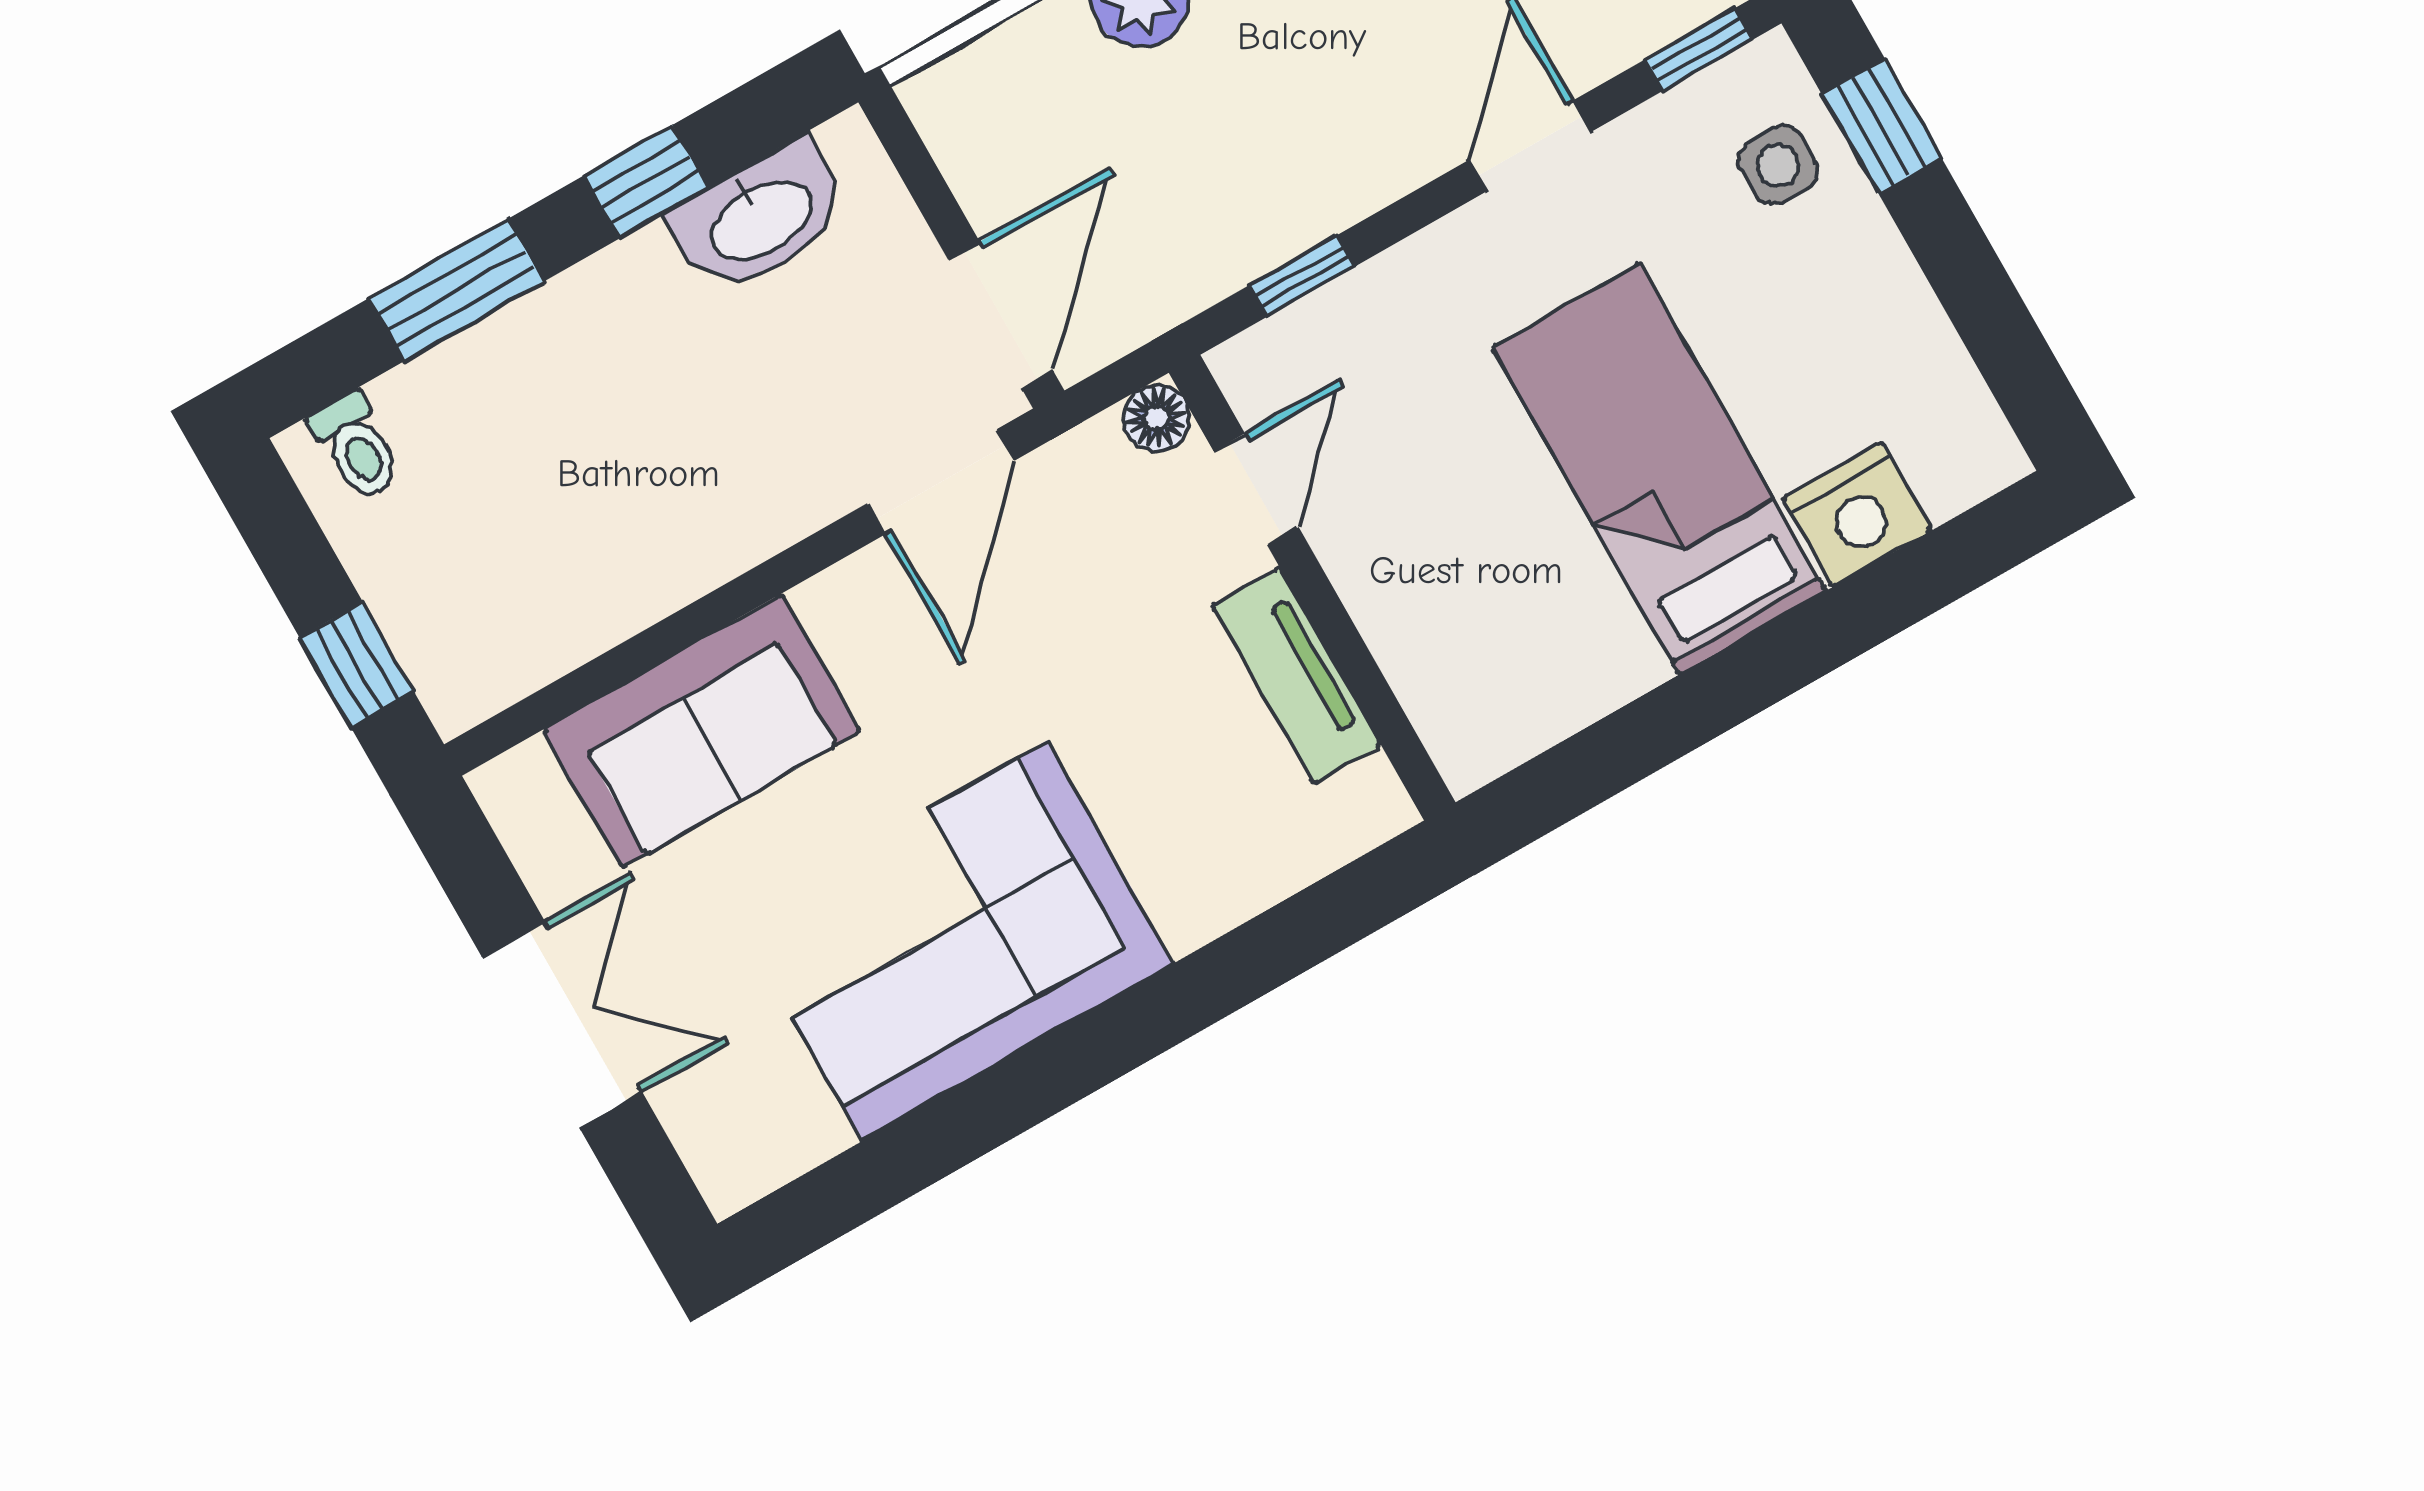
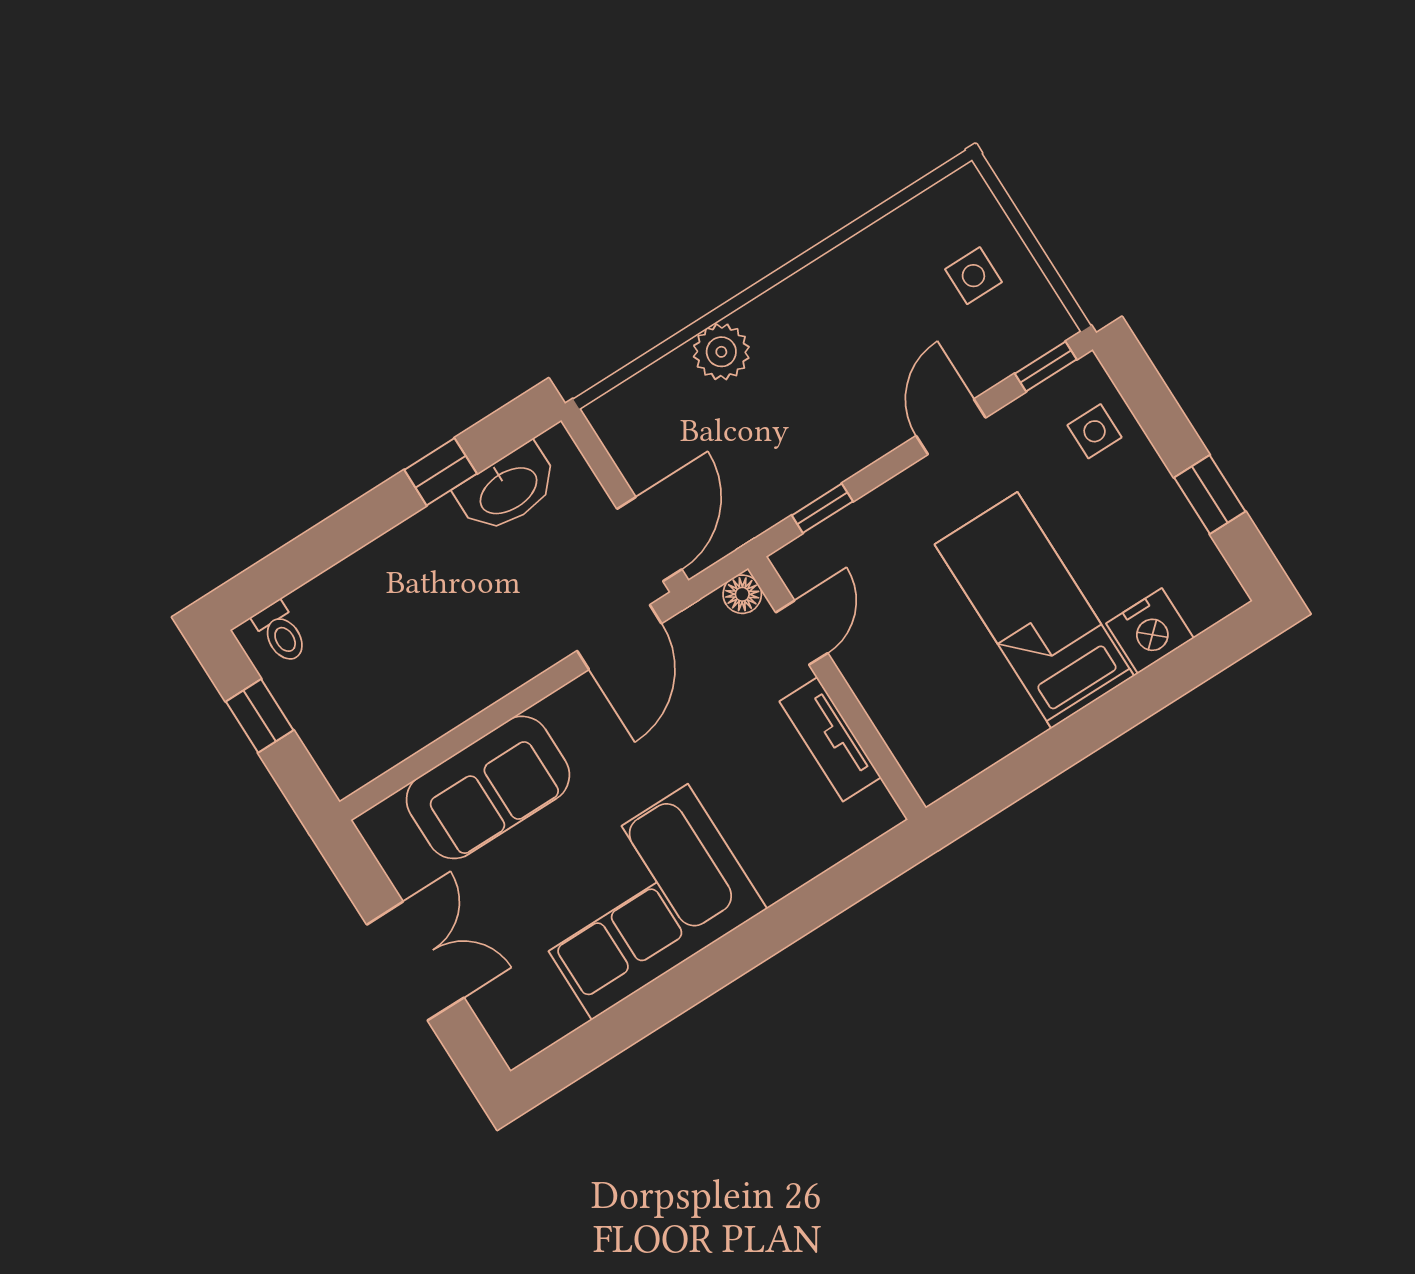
window: (1882, 127) -> (1210, 495), moved
window: (456, 290) -> (334, 539), removed
window: (357, 665) -> (260, 716), moved

